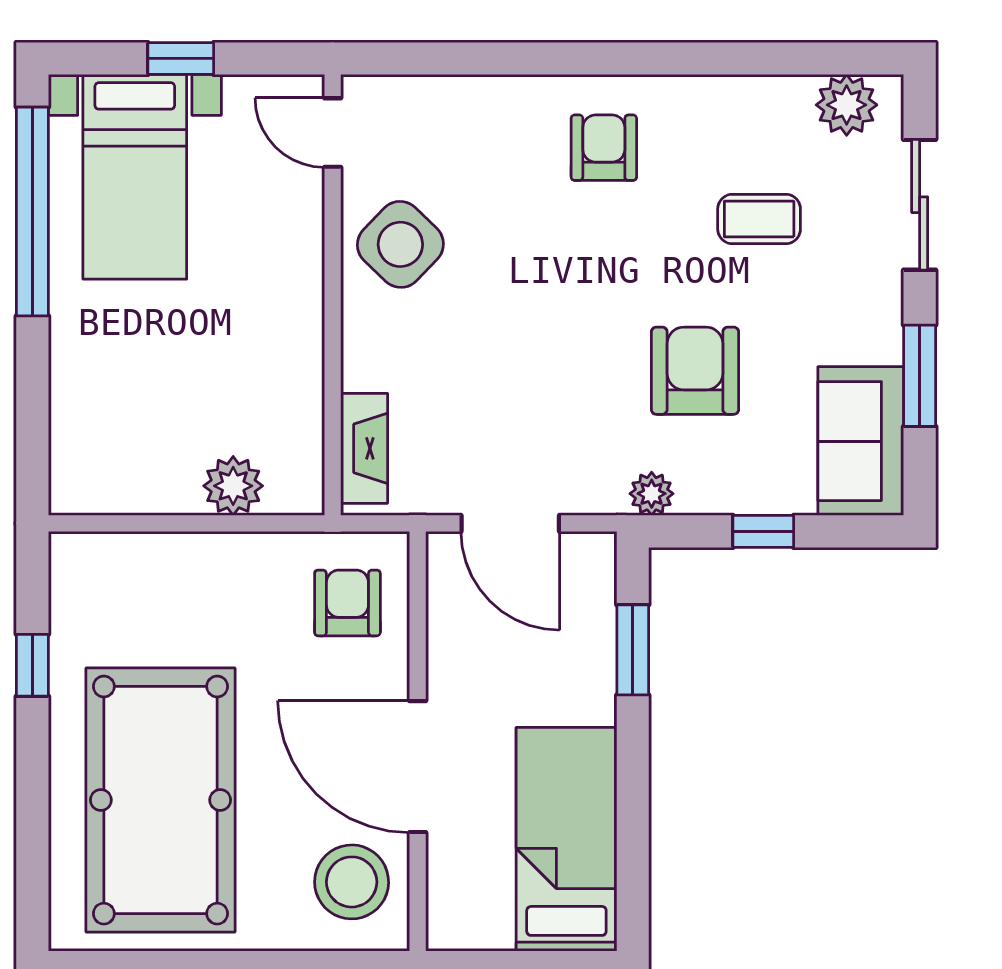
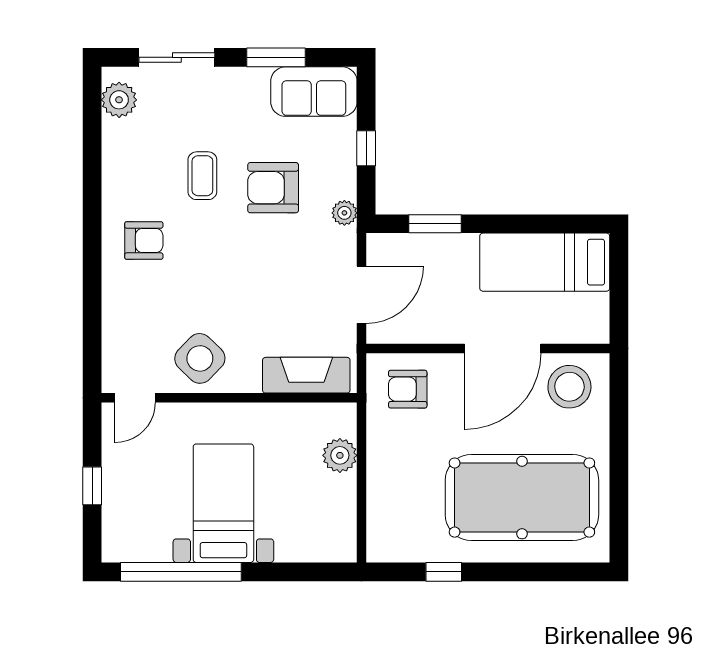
armchair: (604, 148) -> (144, 241), turned 180
bed with nightstands: (135, 177) -> (223, 503), moved, turned -90
coffee table: (759, 219) -> (202, 176), moved
fireplace: (364, 448) -> (306, 375), width x1.37, depth x1.32

